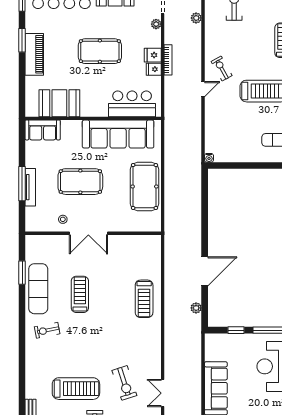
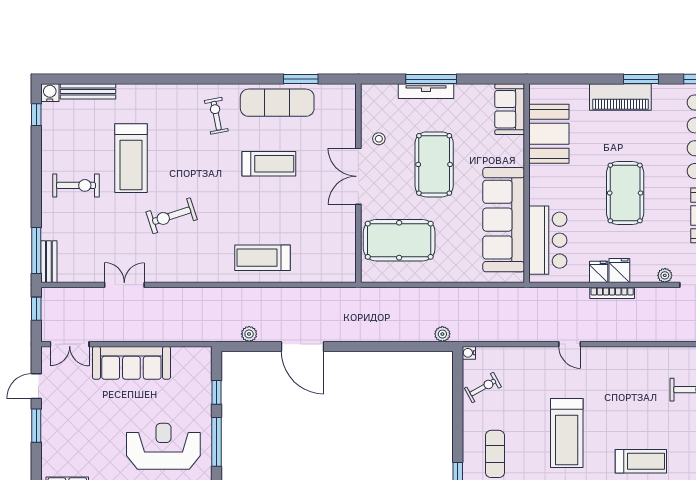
plant: (196, 18) -> (442, 334), moved
exercise bike: (222, 69) -> (483, 387), moved
pool table: (144, 187) -> (399, 240), moved
exercise bike: (124, 383) -> (172, 216), moved

